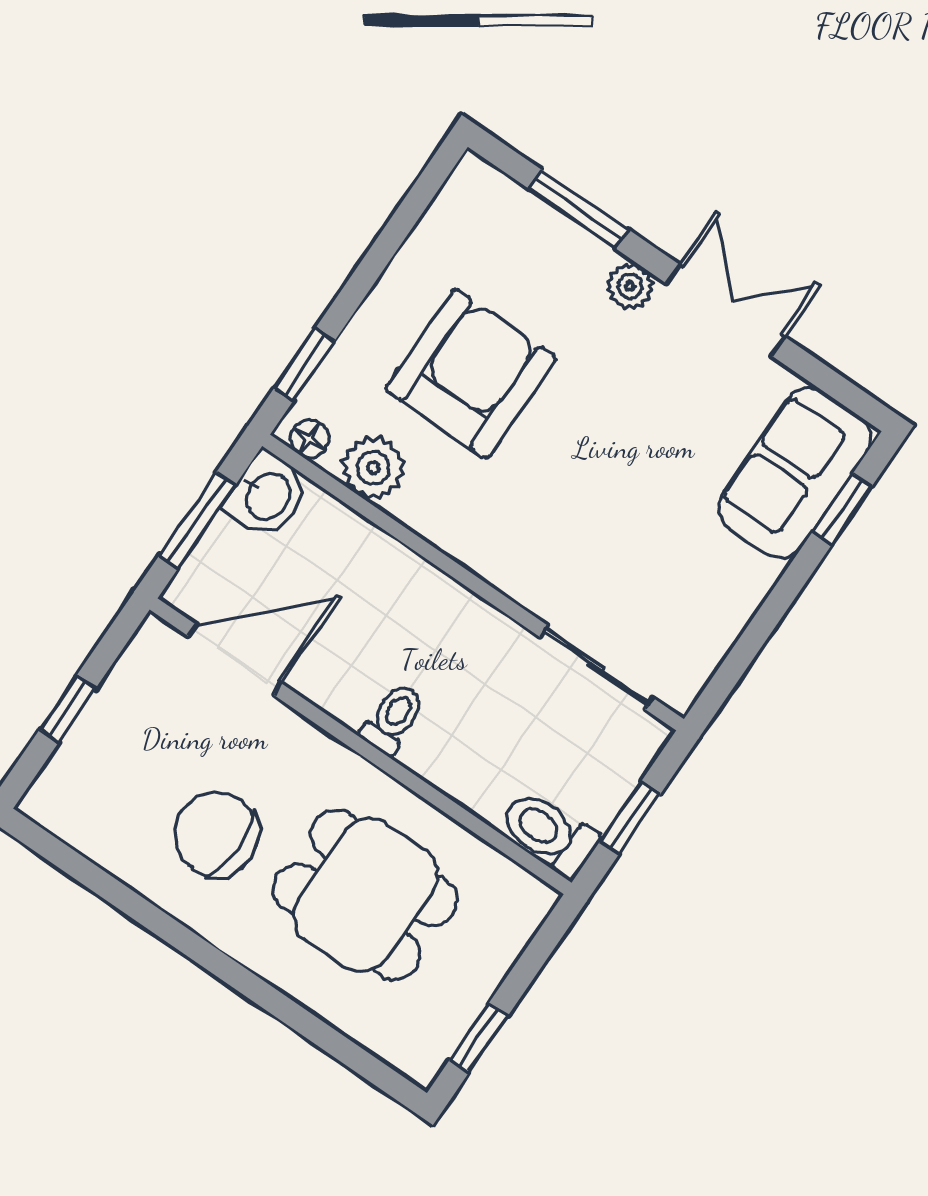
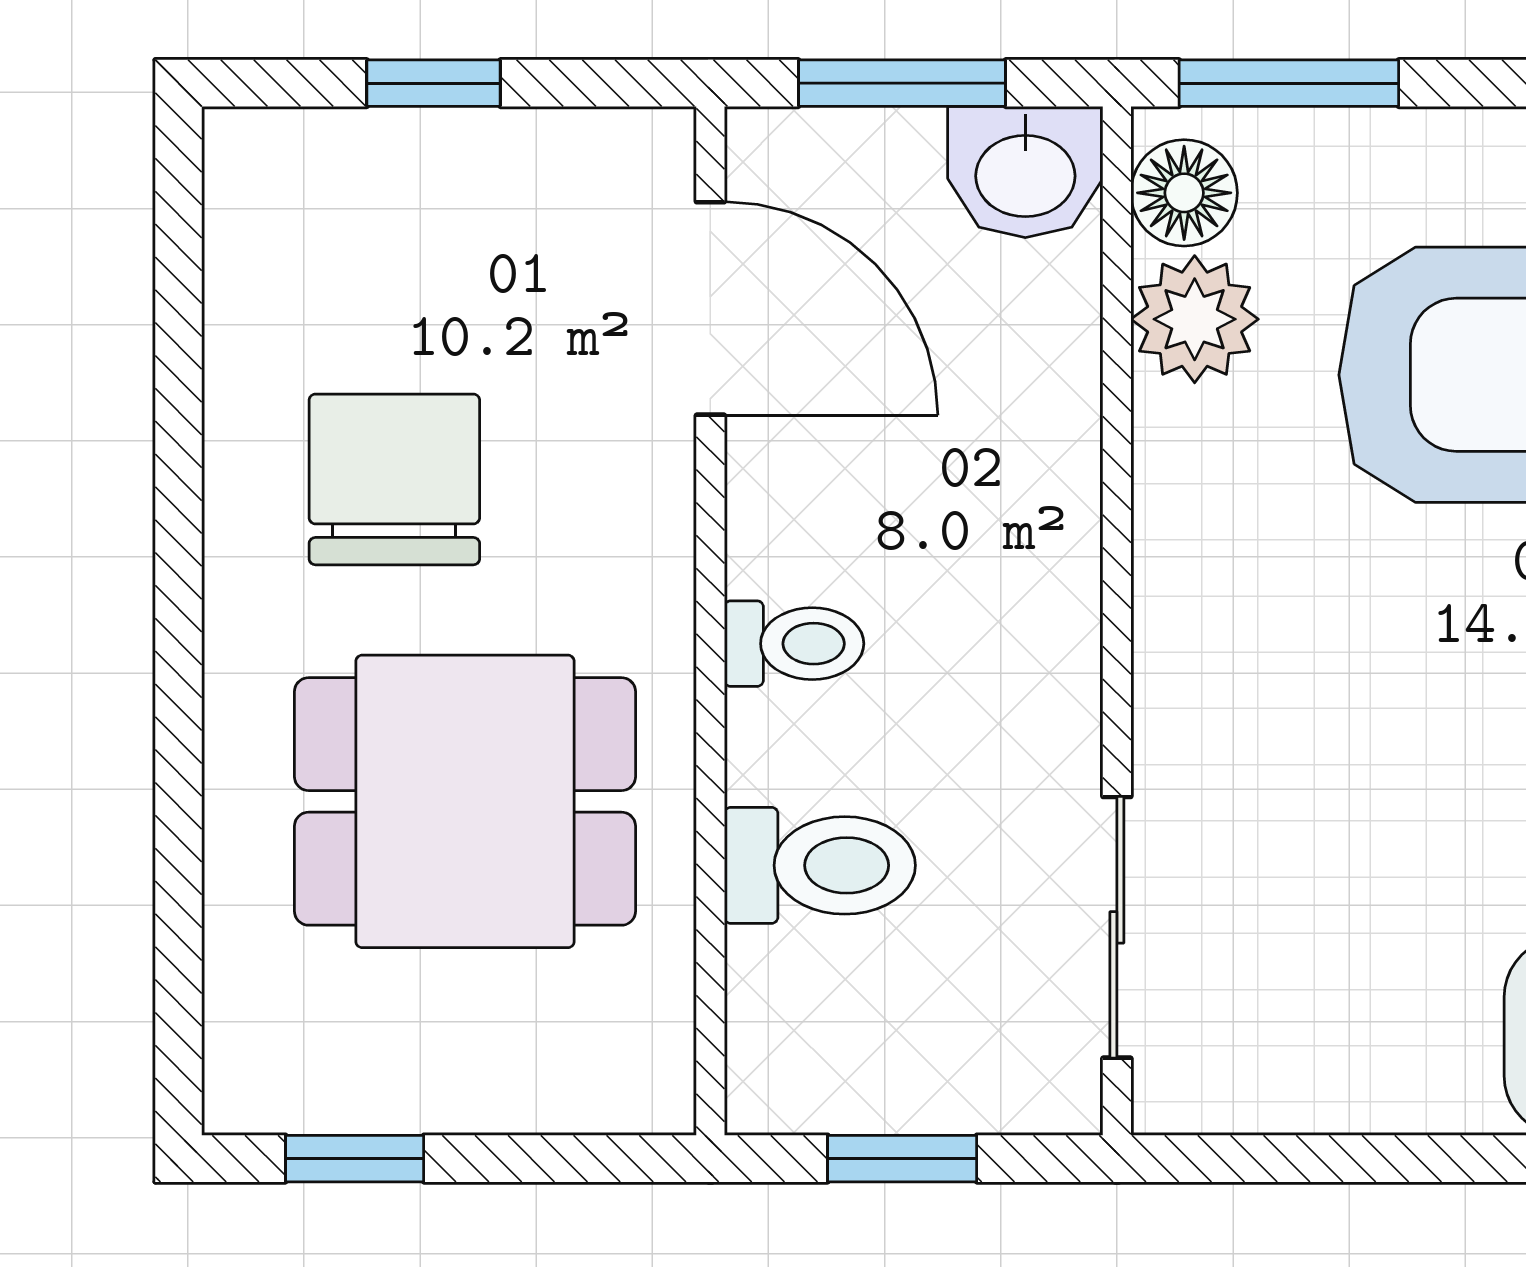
window: (304, 365) -> (1289, 83), width x1.50
floor lamp: (310, 439) -> (1184, 193), width x1.37, depth x1.37
toilet: (549, 833) -> (820, 865), moved, turned 90
dining table: (365, 895) -> (465, 801), turned 90

